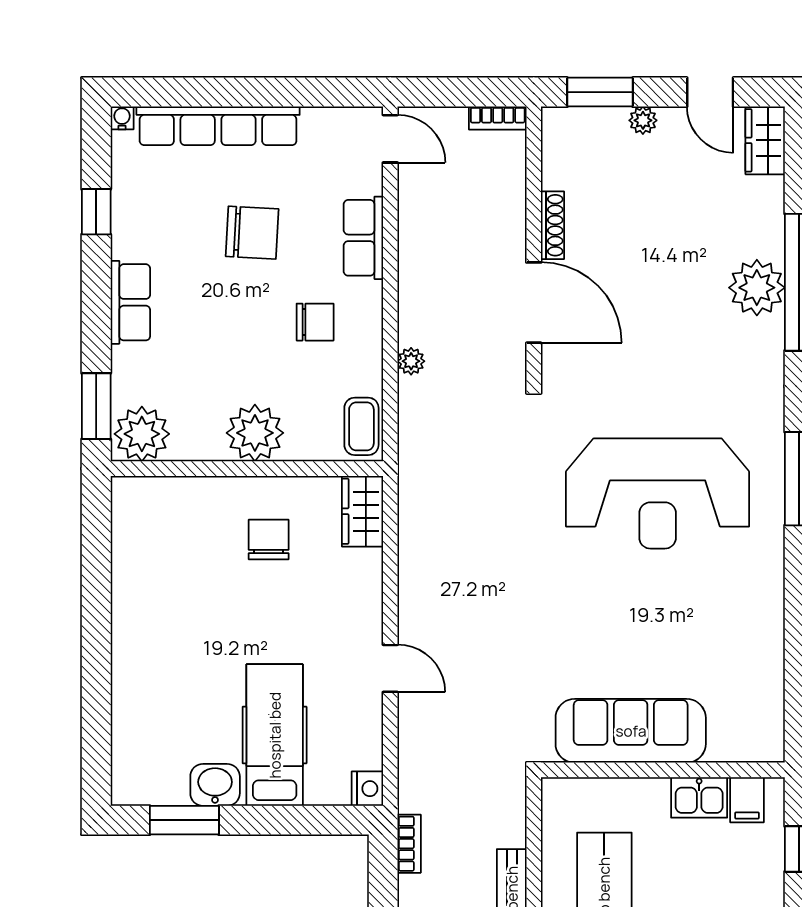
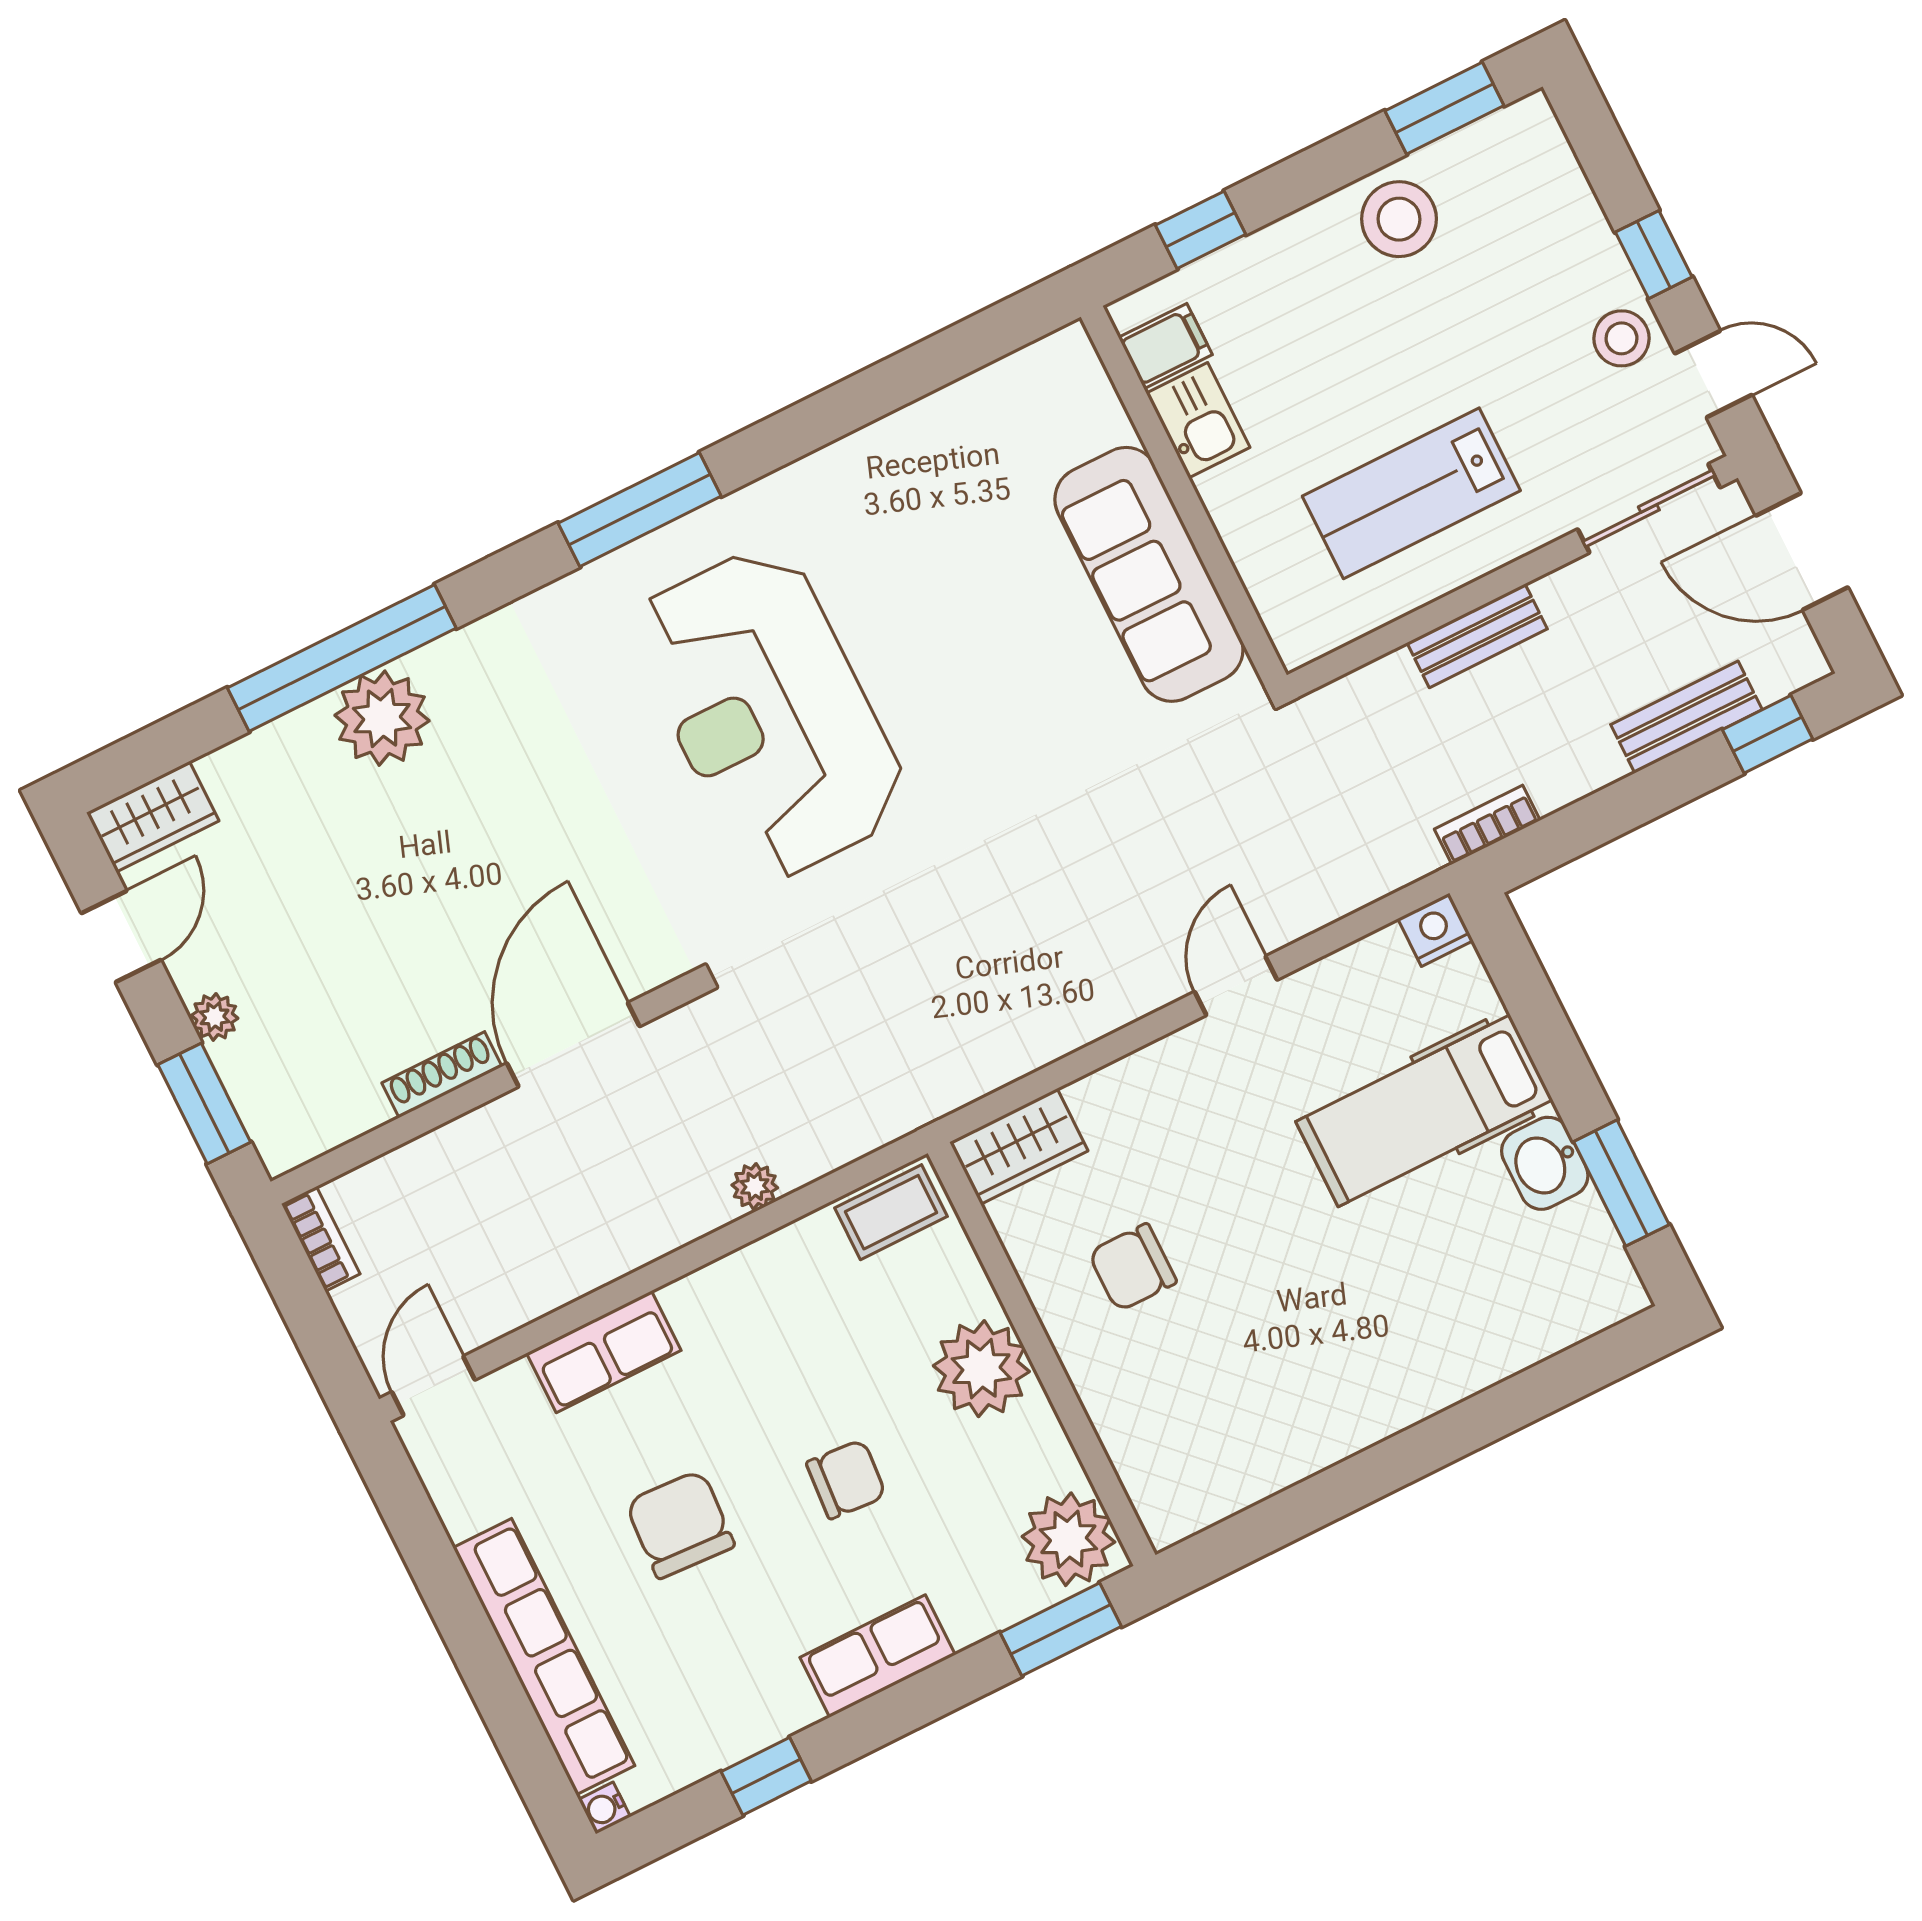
chair: (315, 322) -> (846, 1479), moved, turned 94
reception desk: (658, 494) -> (769, 713), turned 180

